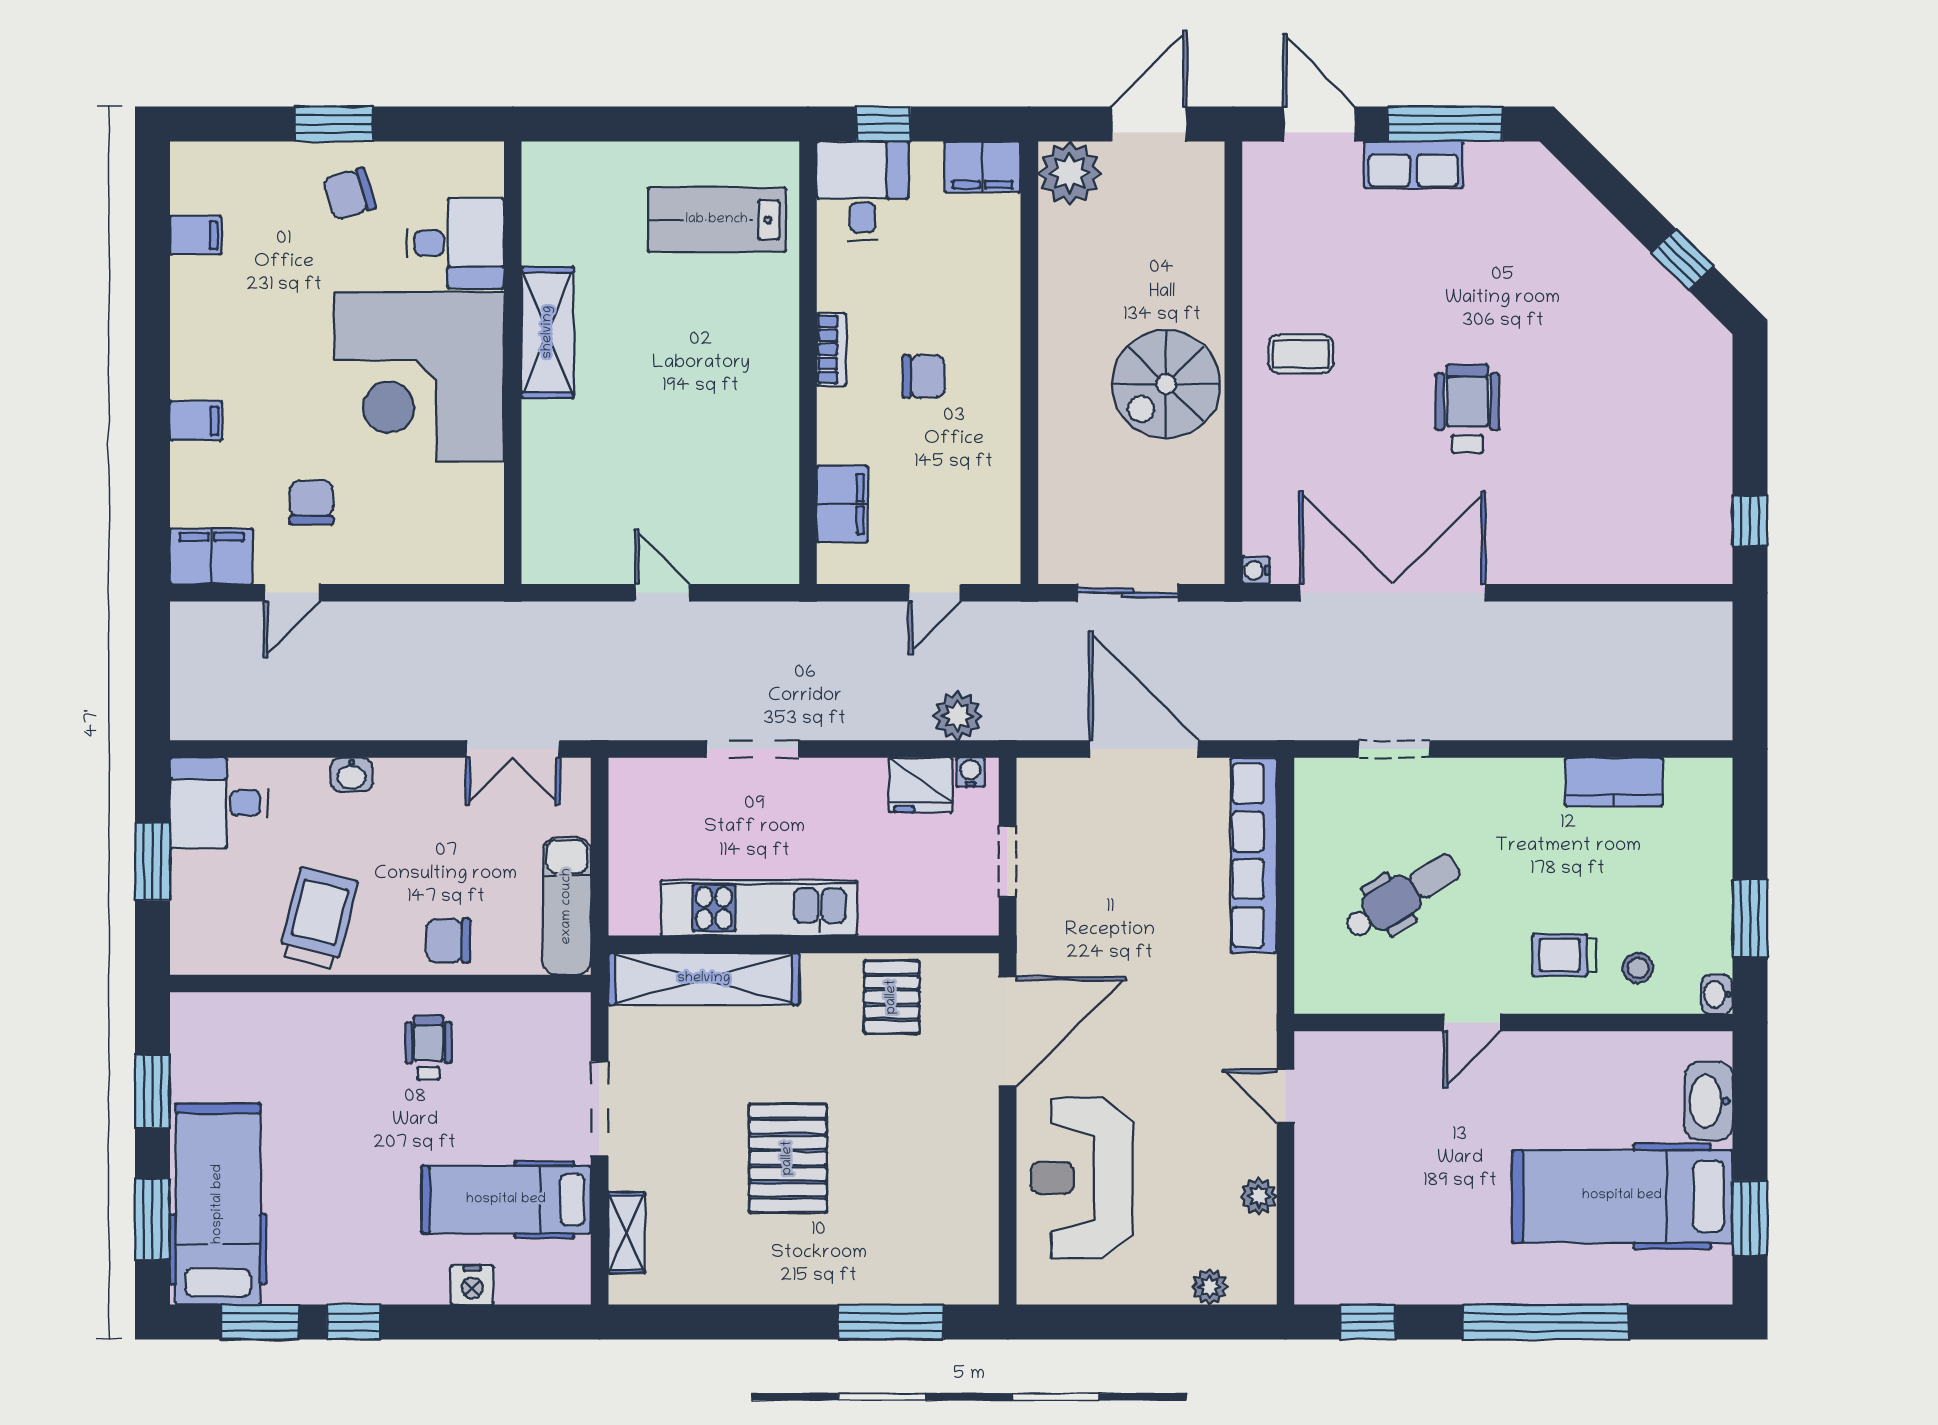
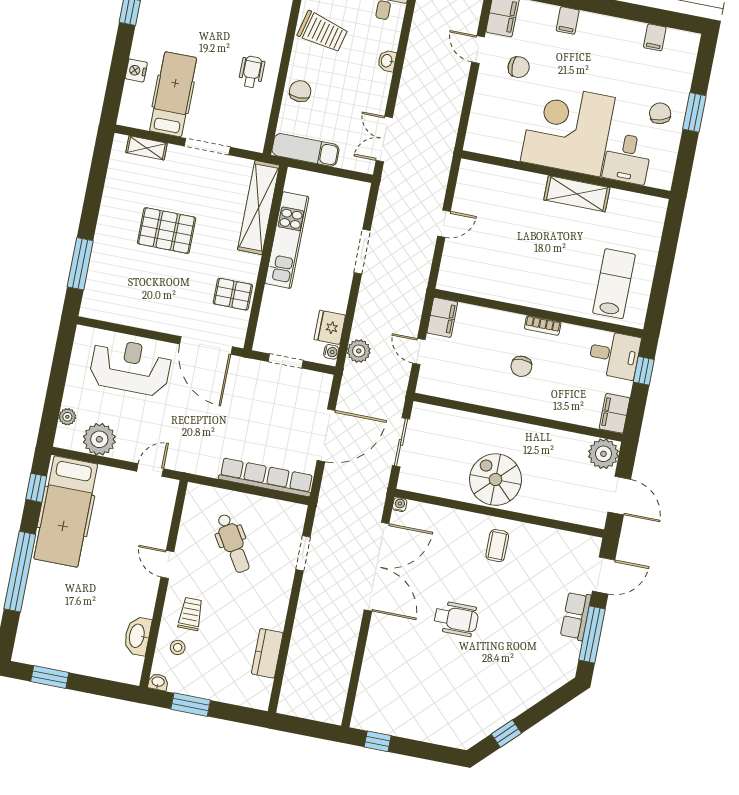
filing cabinet: (842, 504) -> (442, 317), moved, turned -90
wheelchair: (428, 1048) -> (252, 72), turned -90
washbasin: (1709, 1101) -> (137, 636), moved, turned -90
plant: (1259, 1196) -> (99, 439), width x1.88, depth x1.88
hospital bed: (1622, 1196) -> (66, 511), moved, turned 180

